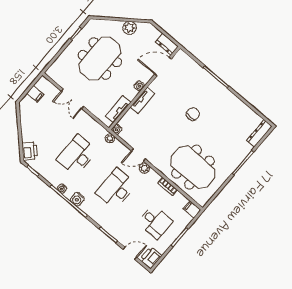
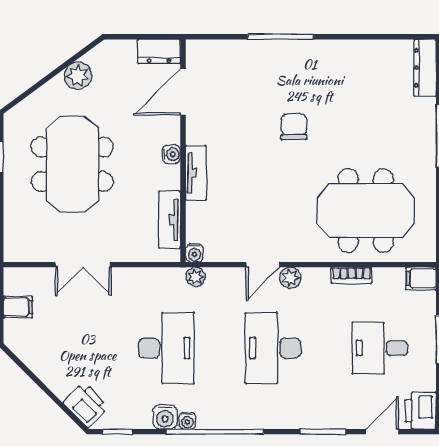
desk: (77, 155) -> (166, 348), turned 180
water cooler: (77, 199) -> (165, 417), moved
desk: (155, 222) -> (380, 348), turned 180

